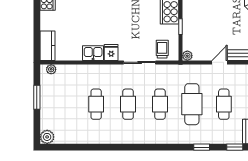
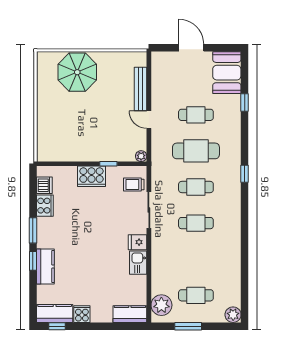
plant: (51, 69) -> (161, 305), width x1.88, depth x1.88
cafe table: (96, 104) -> (196, 295), moved
window: (202, 147) -> (245, 174), moved

